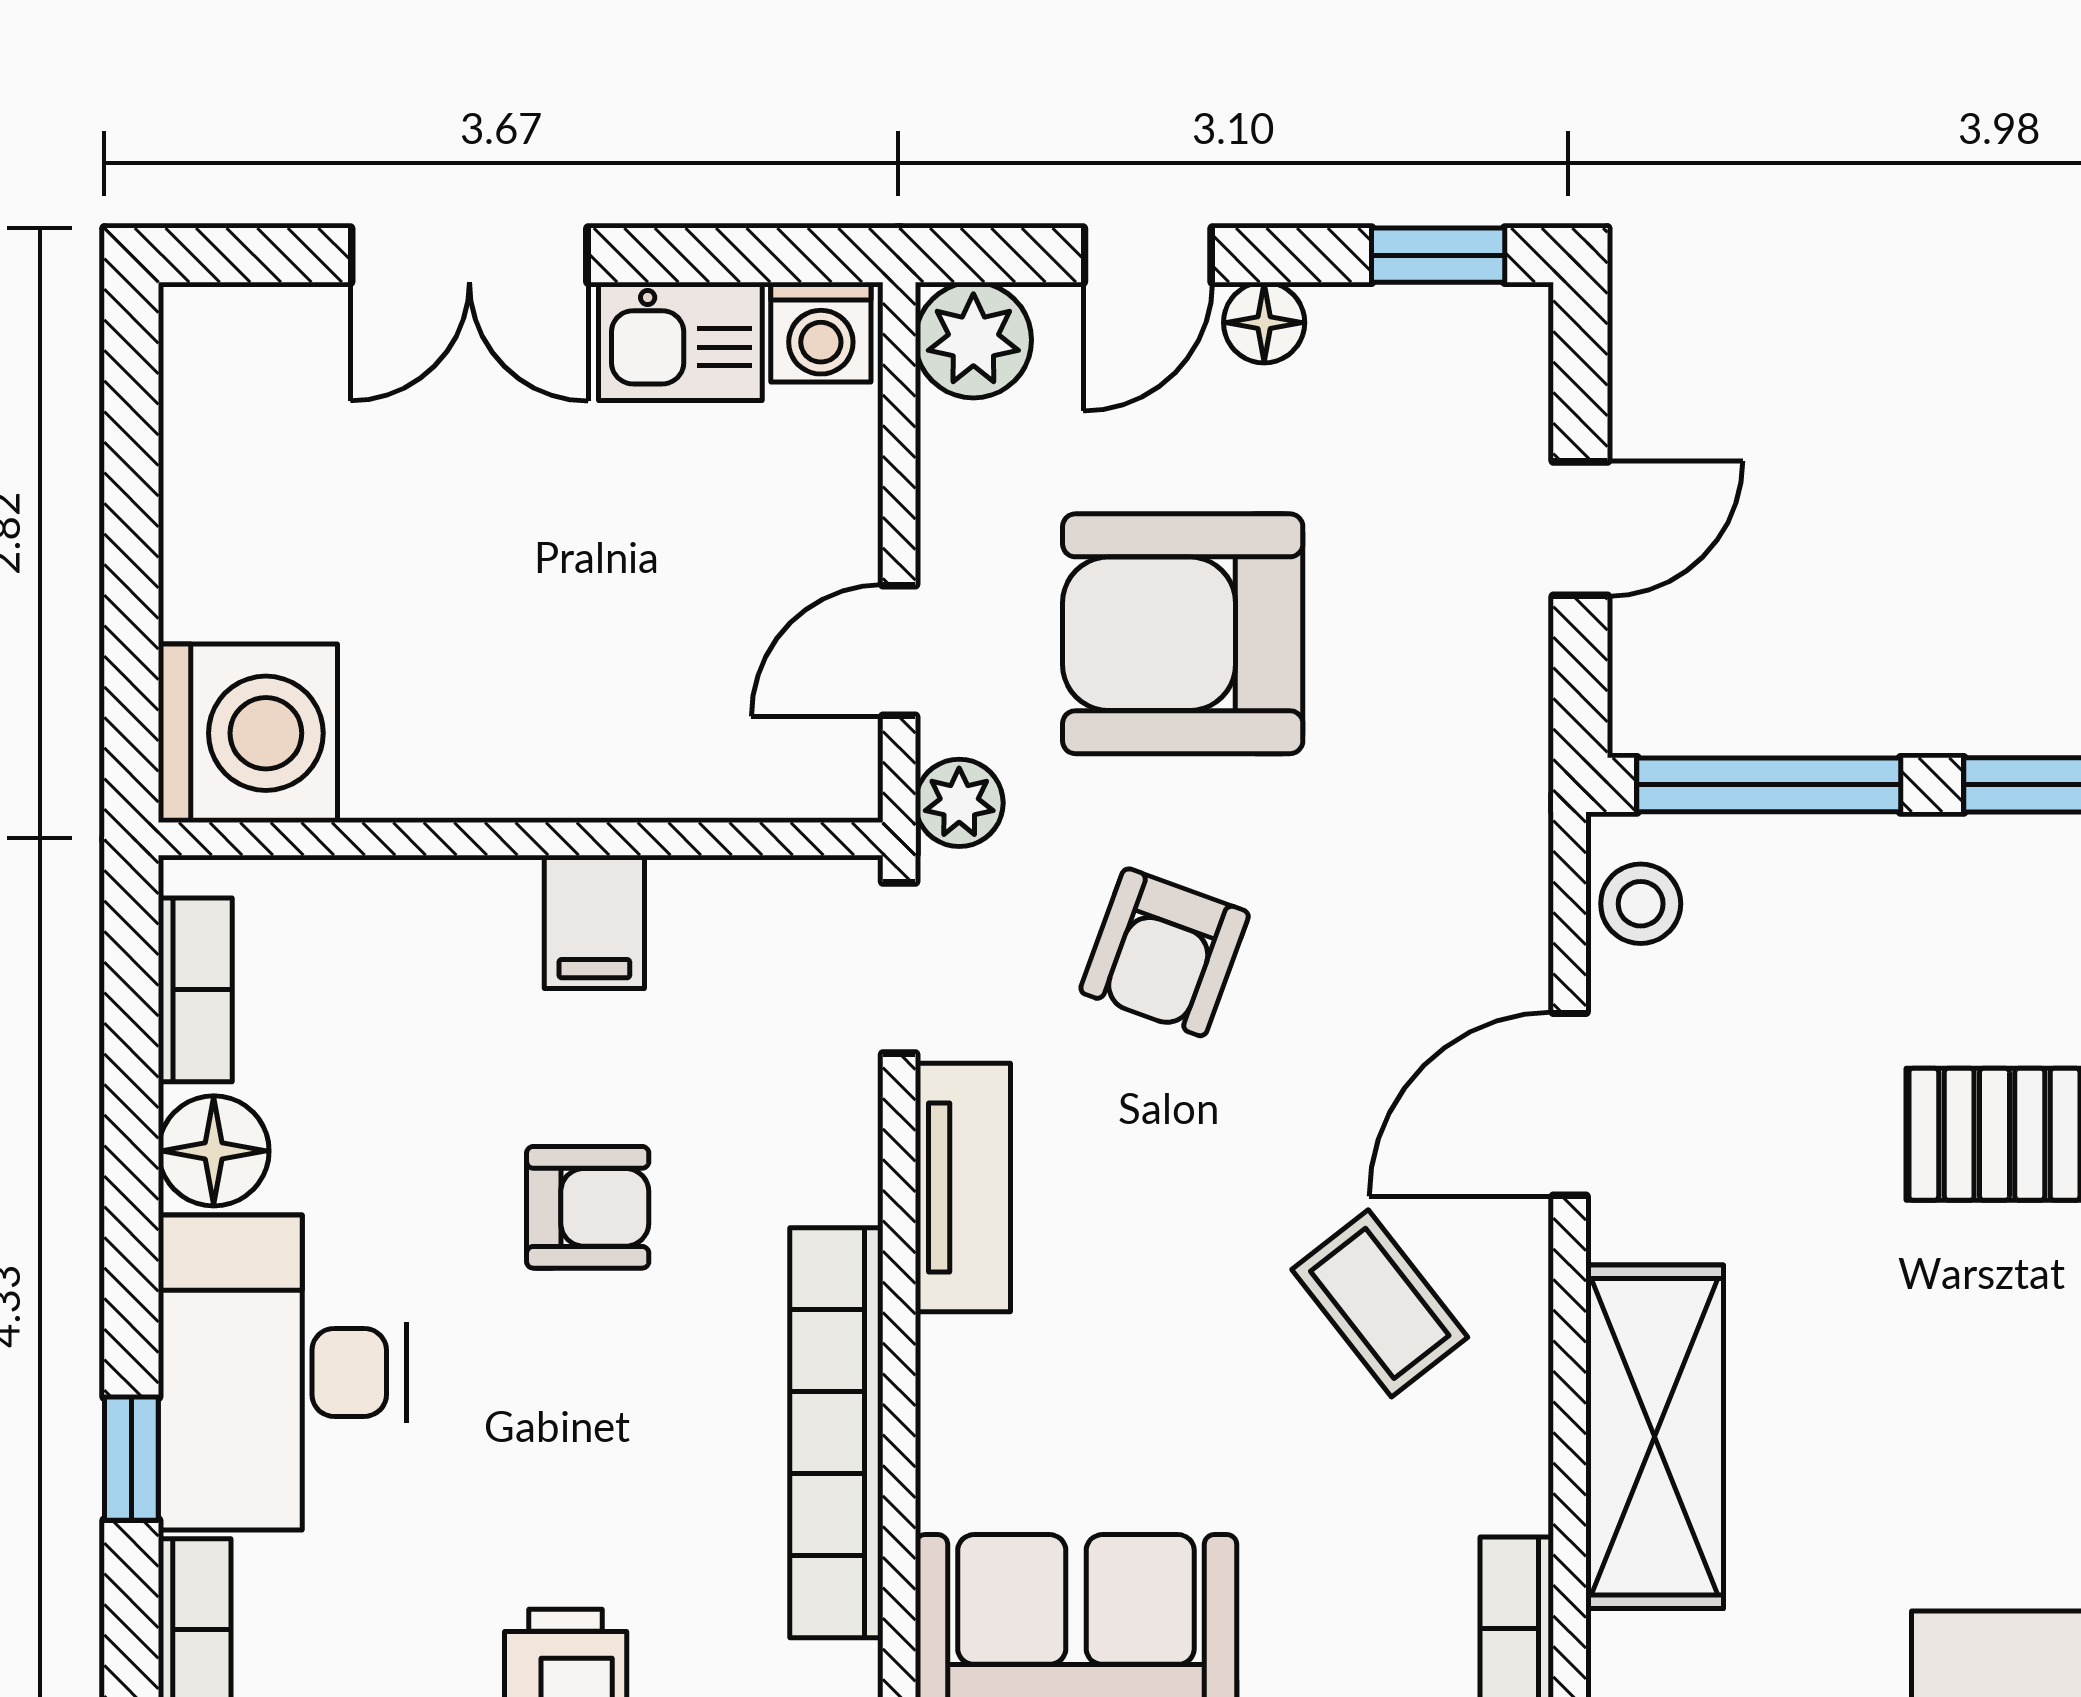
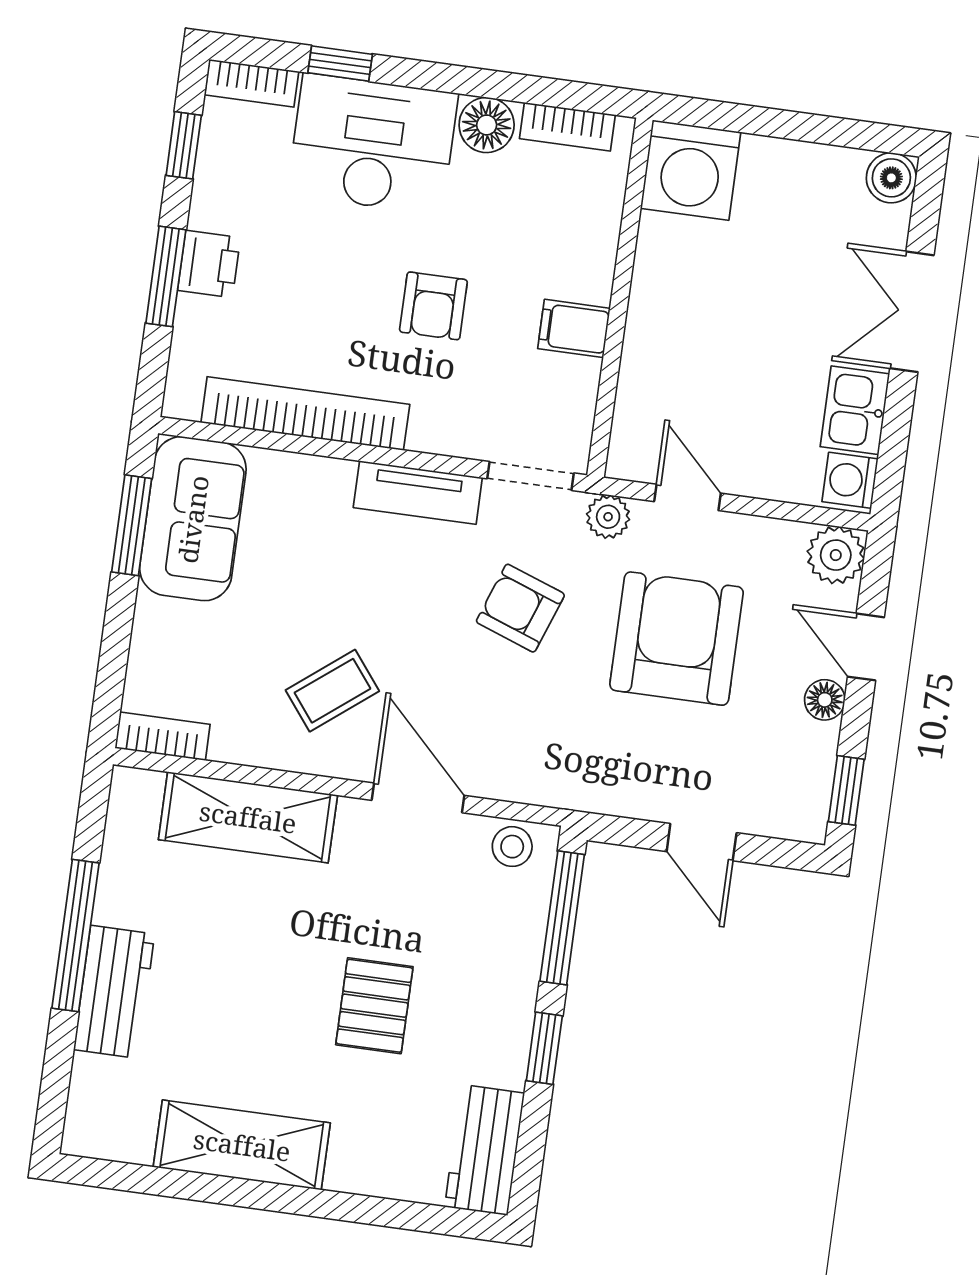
boiler: (209, 332) -> (891, 178), added

